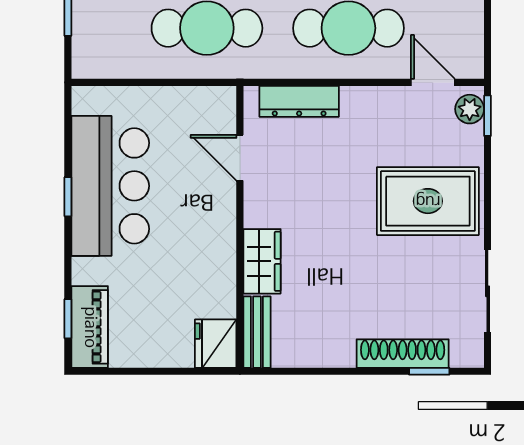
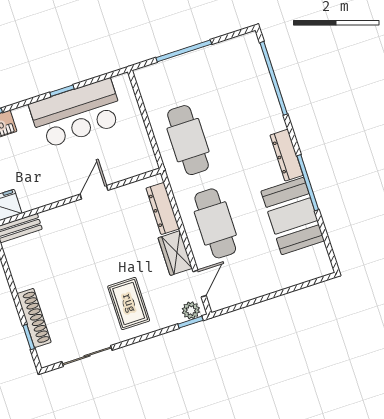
door: (240, 158) -> (94, 192), moved
rug: (428, 201) -> (129, 303), width x0.73, depth x0.70
wardrobe: (262, 261) -> (175, 253), moved, turned 90

